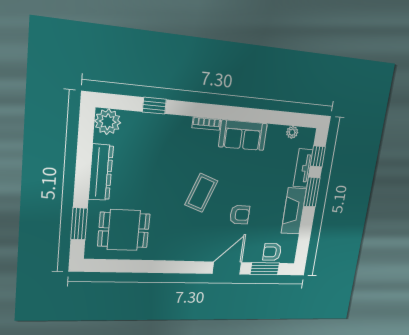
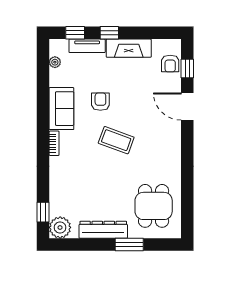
window: (154, 106) -> (43, 212), moved
window: (312, 192) -> (109, 33), width x0.67
armchair: (240, 215) -> (100, 102), moved
window: (79, 224) -> (129, 244), moved
window: (265, 269) -> (187, 69), width x0.67

